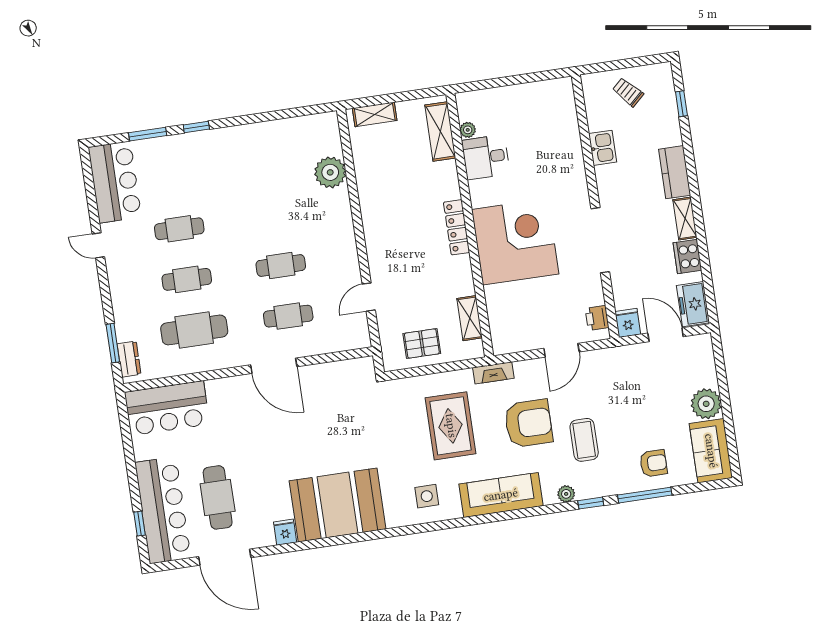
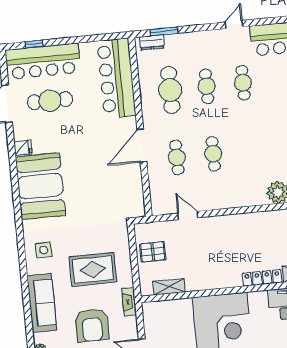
locker: (457, 227) -> (262, 278), moved
pallet: (422, 343) -> (153, 252), turned 90
bar counter: (167, 408) -> (116, 78), width x1.36

